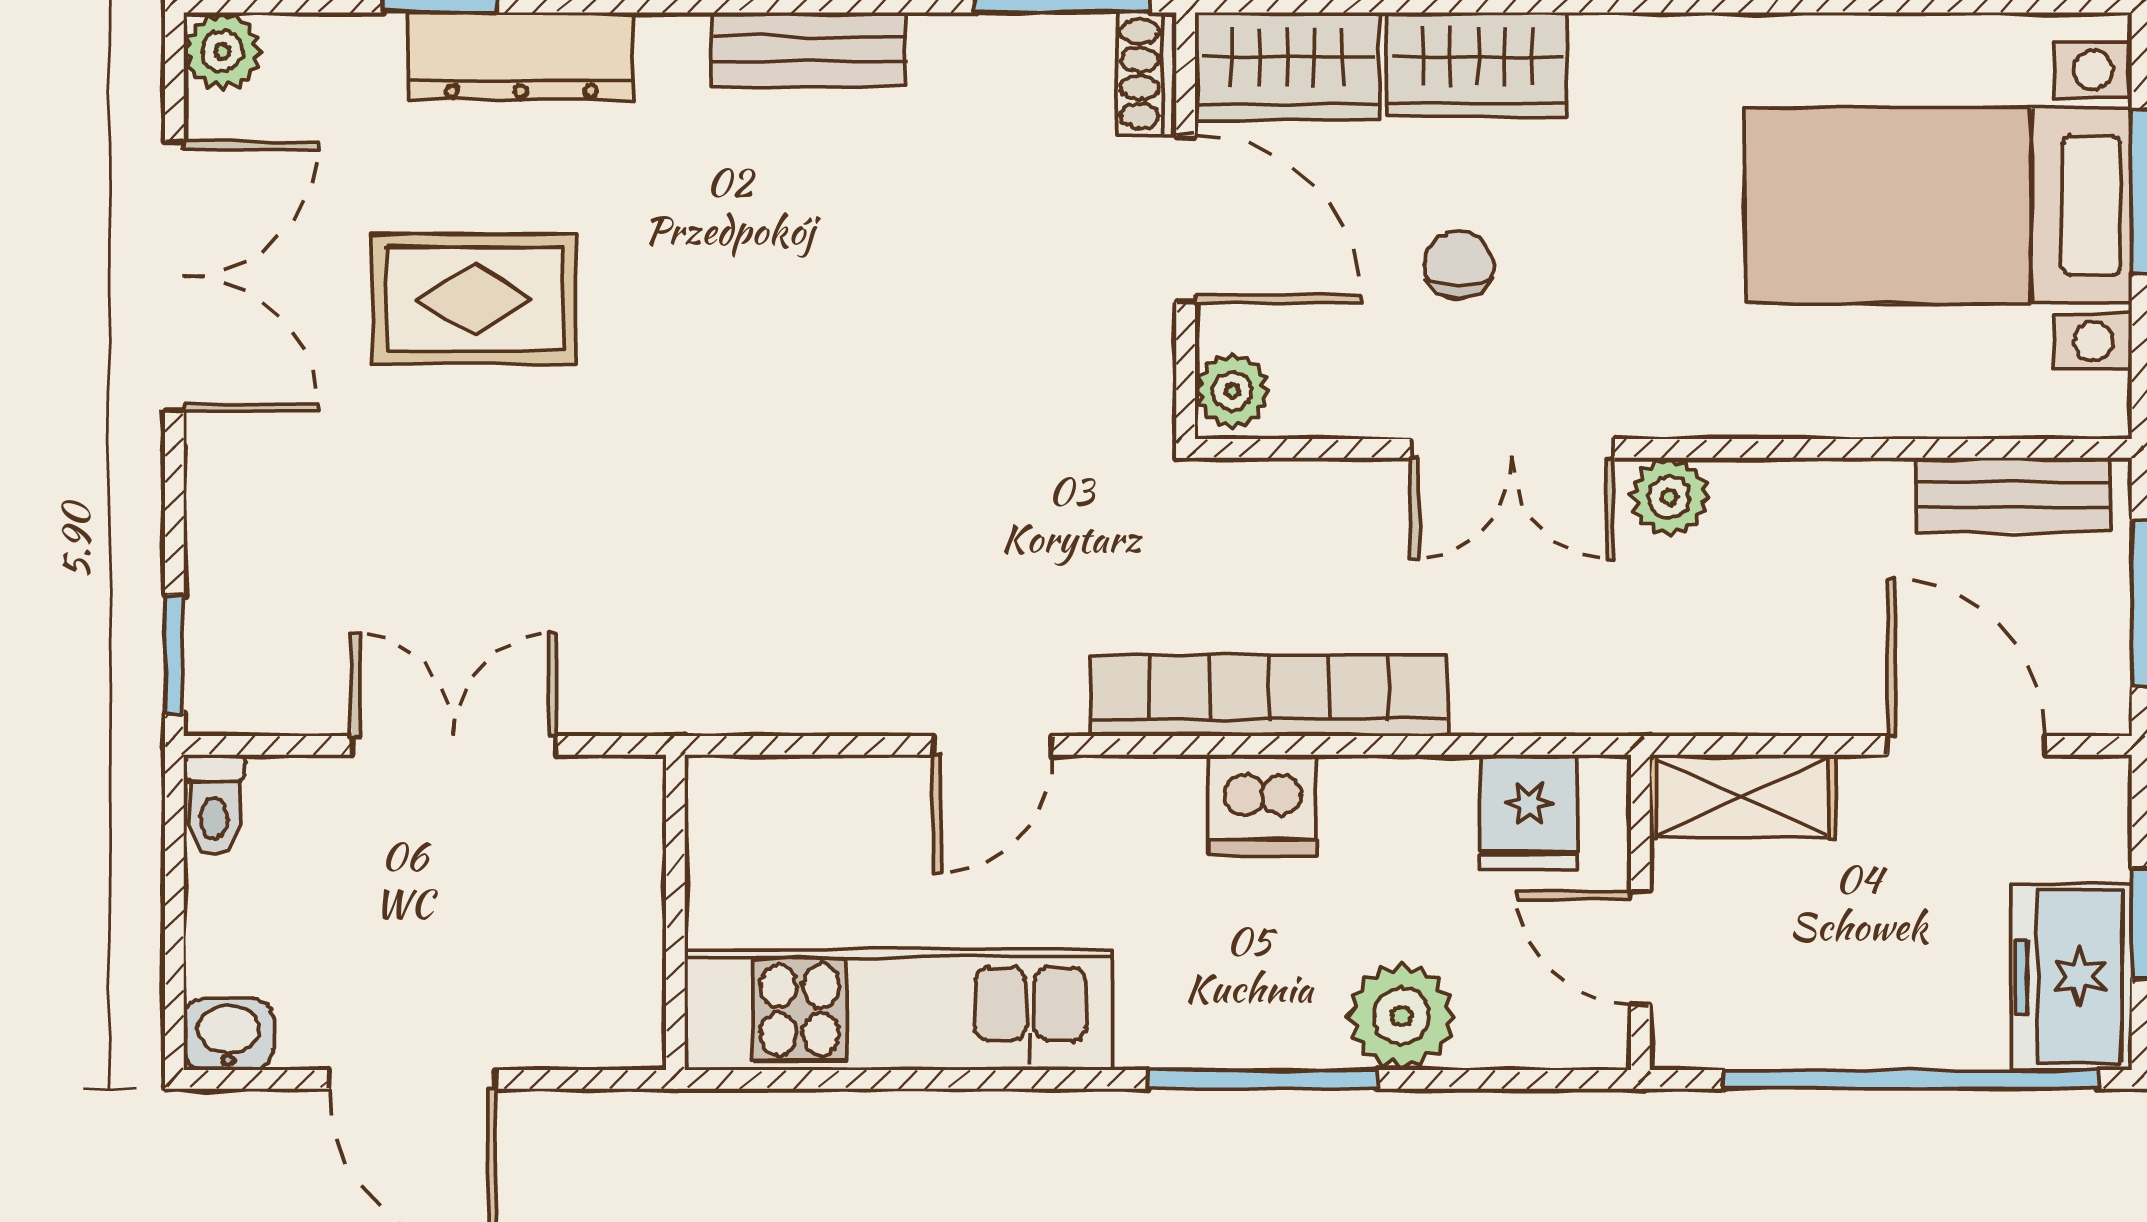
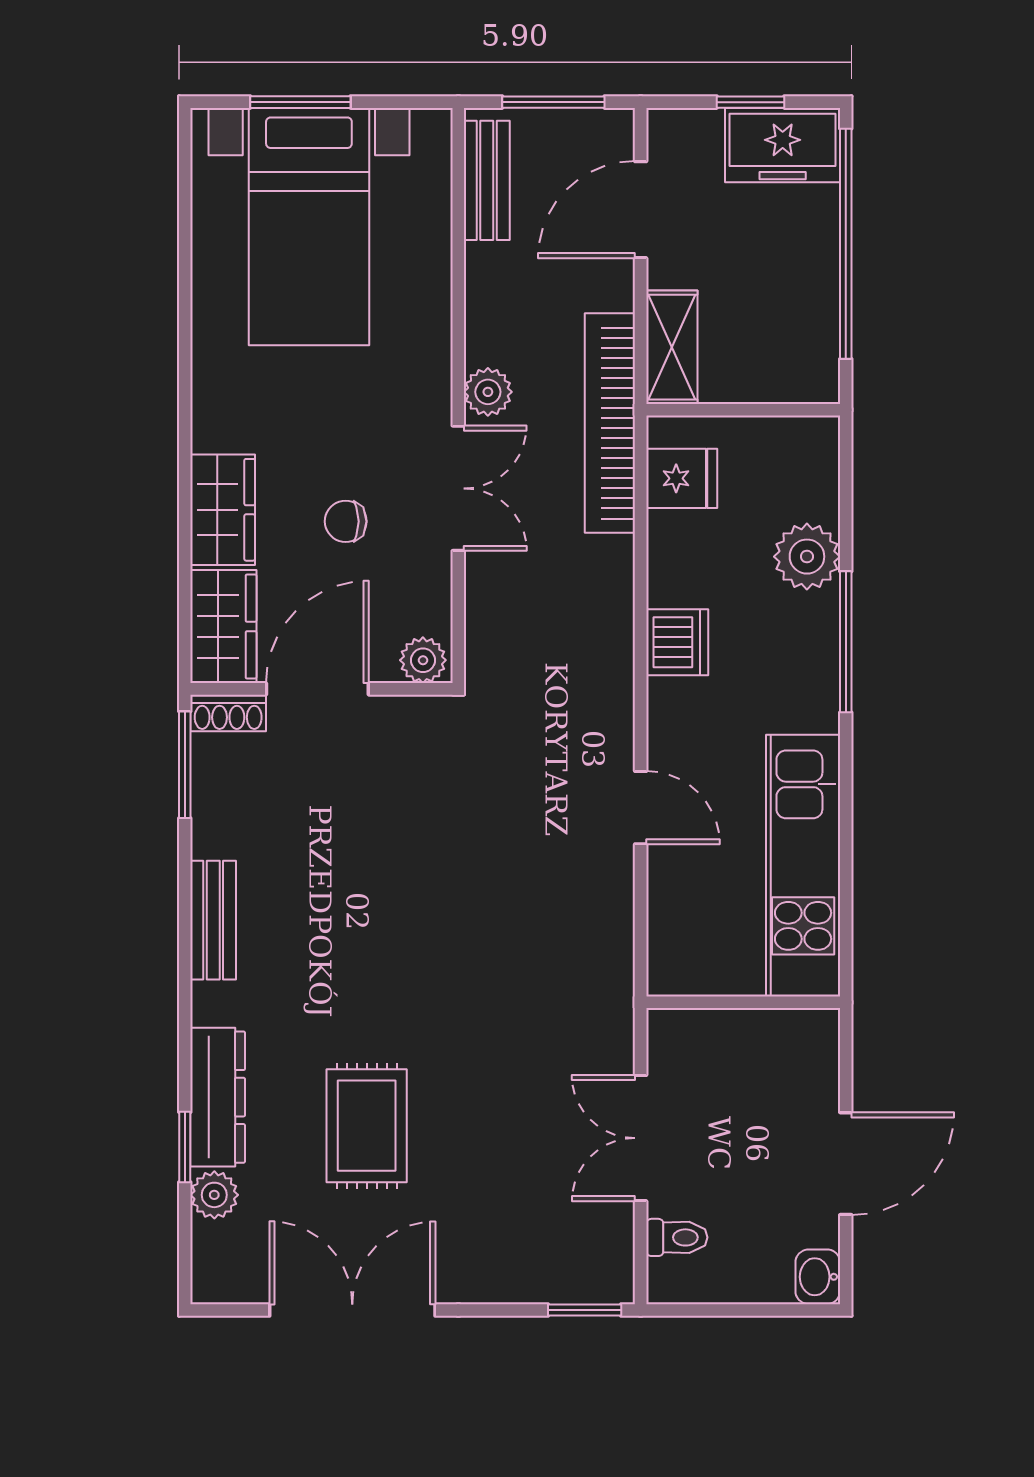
plant: (222, 51) -> (214, 1195), moved
bookcase: (1270, 695) -> (610, 423), moved
toilet: (214, 804) -> (677, 1237), moved
door: (1640, 948) -> (765, 410), removed

